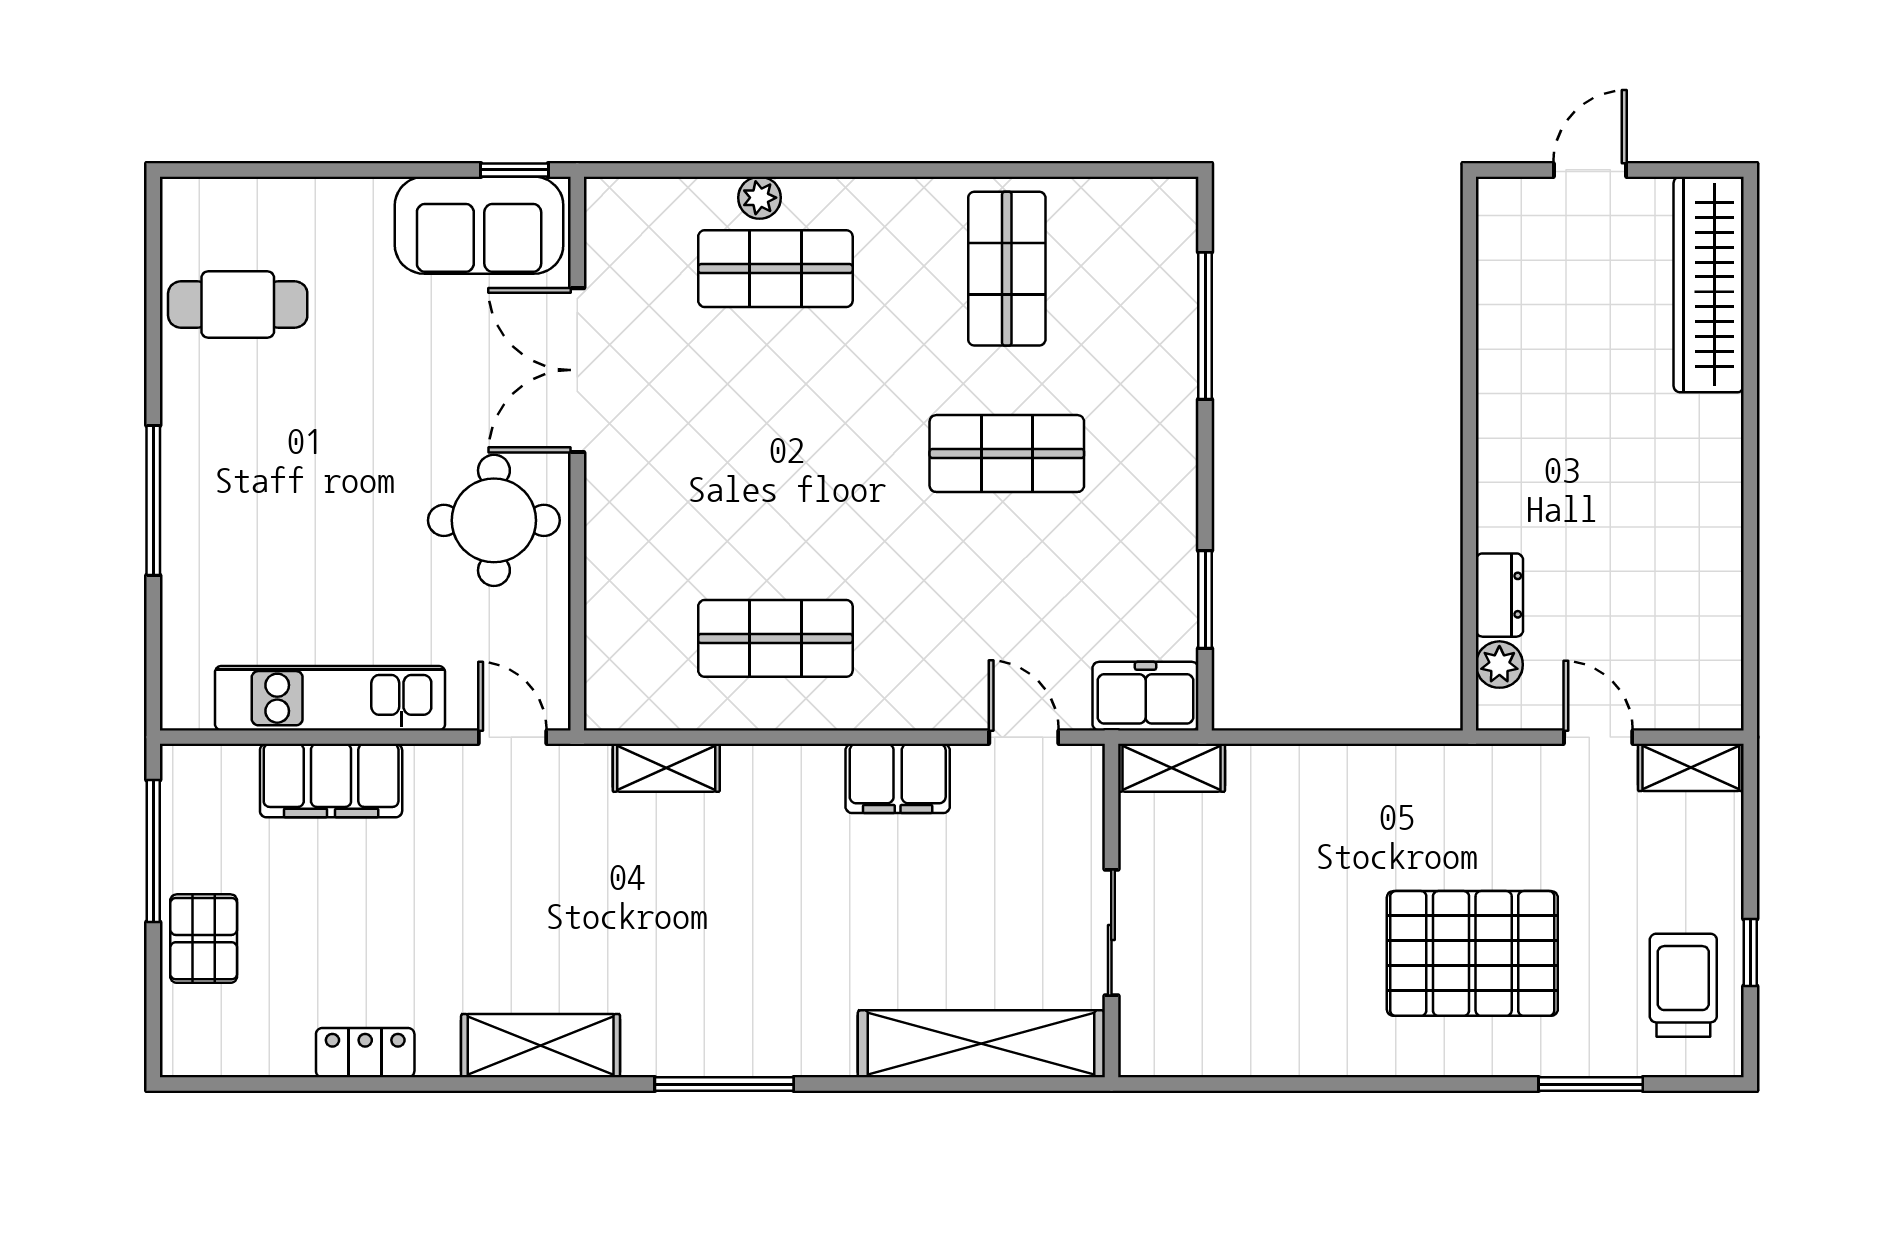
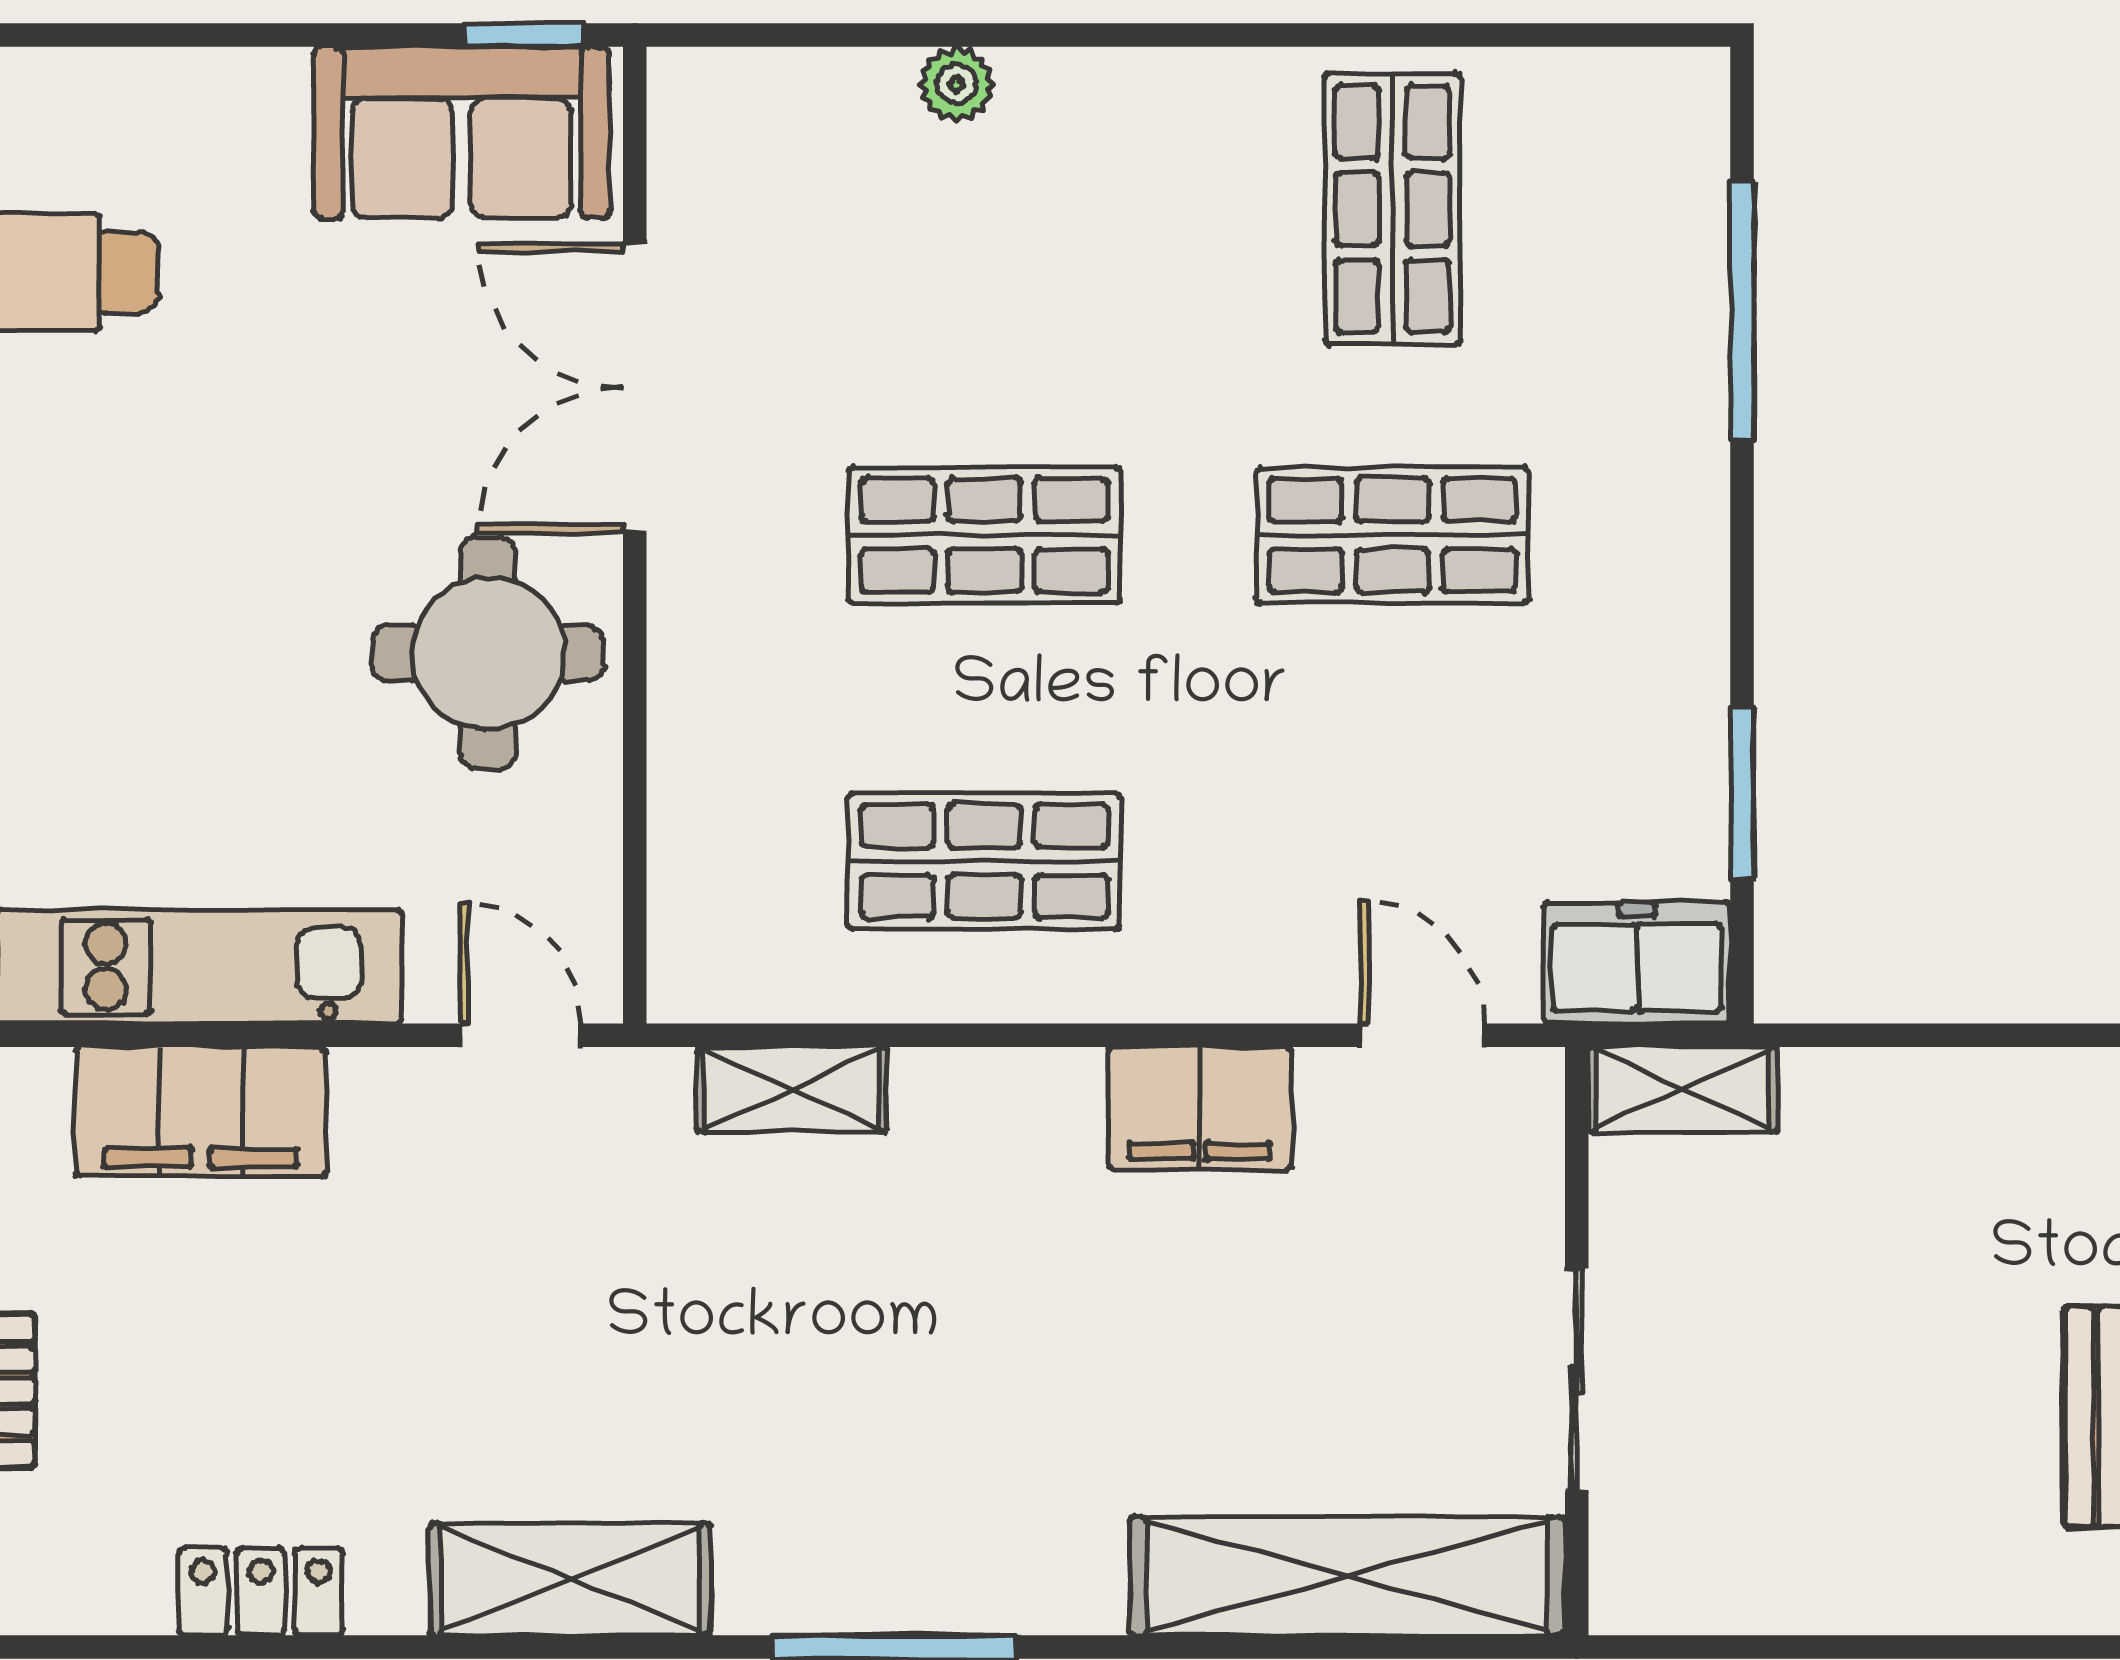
shop shelf: (775, 269) -> (984, 535), moved

